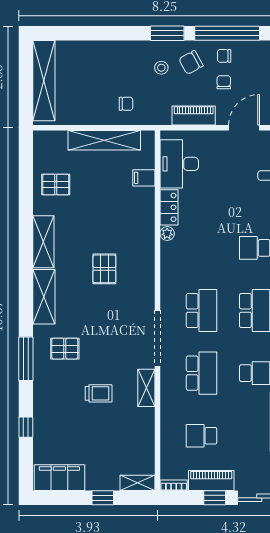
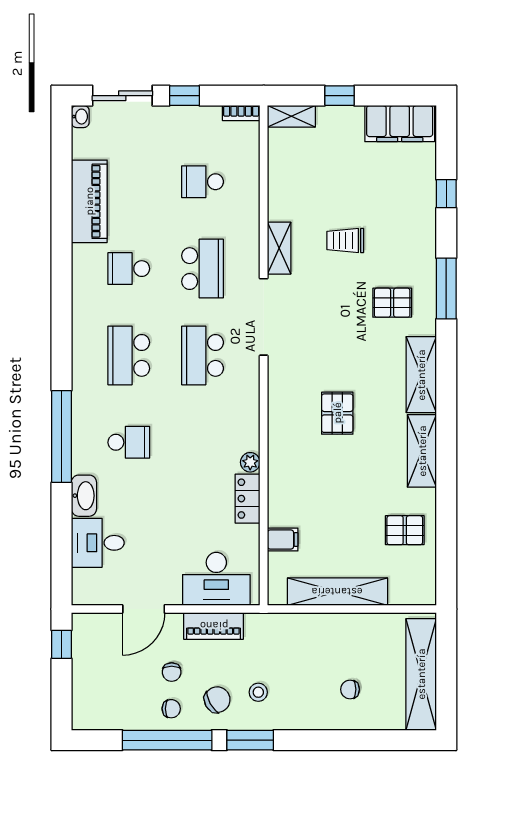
chair: (126, 104) -> (350, 689), moved
desk: (179, 164) -> (216, 579), moved, turned 90
school desk: (202, 373) -> (203, 269), turned 180
school desk: (202, 436) -> (203, 182), turned 180
piano: (211, 481) -> (189, 119), removed

